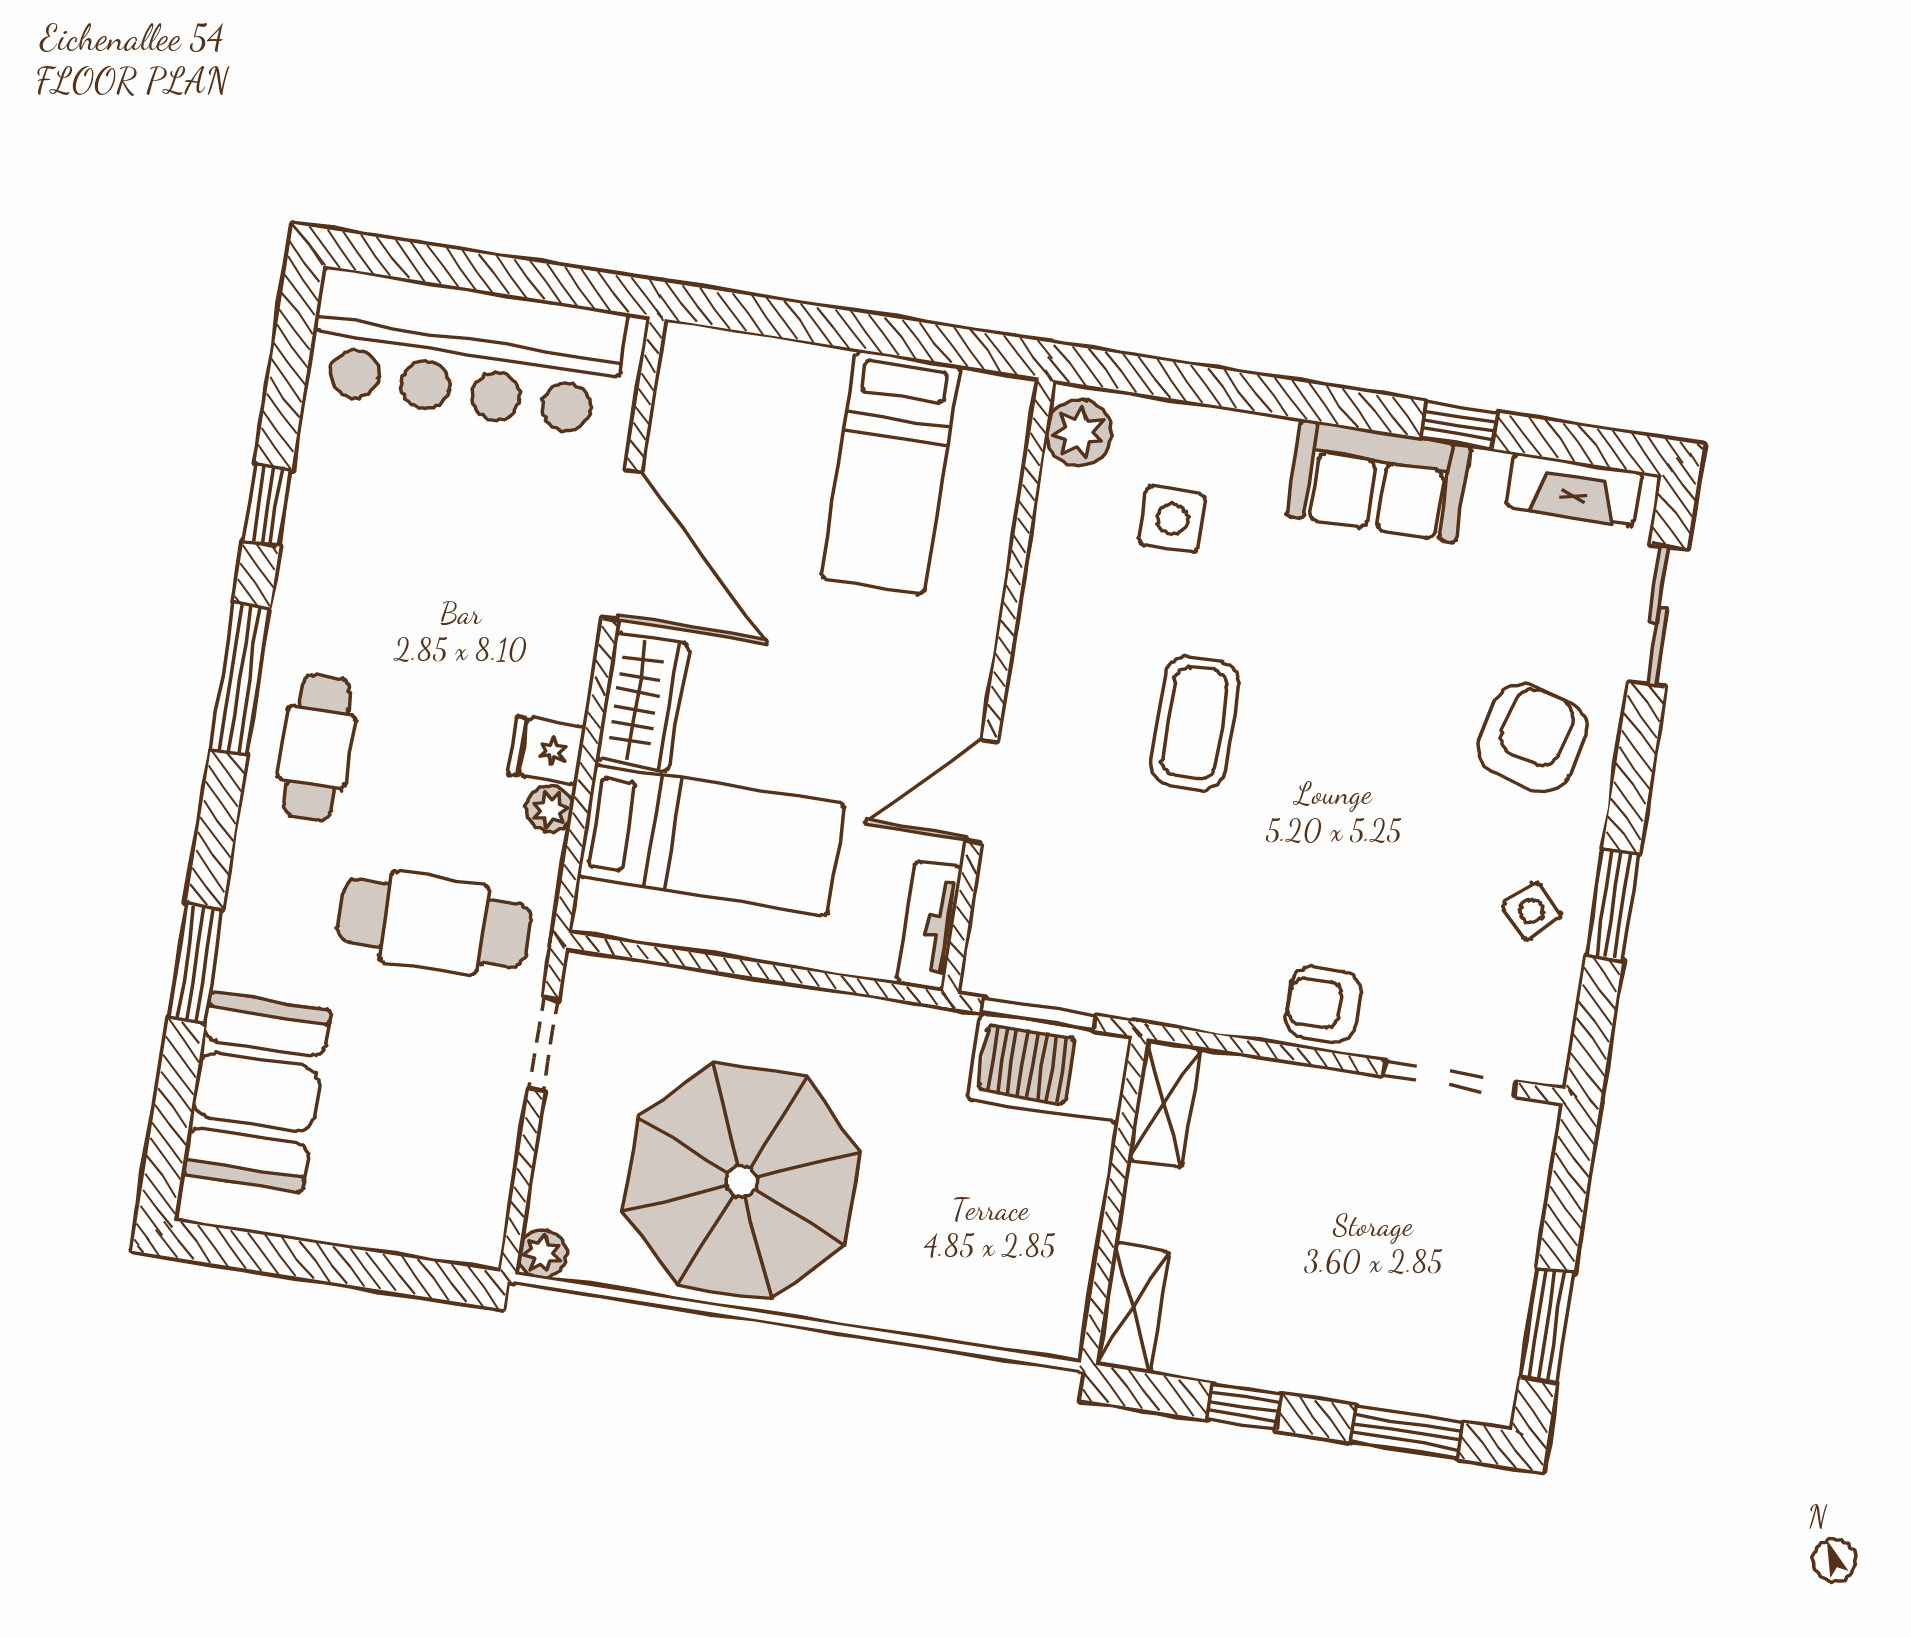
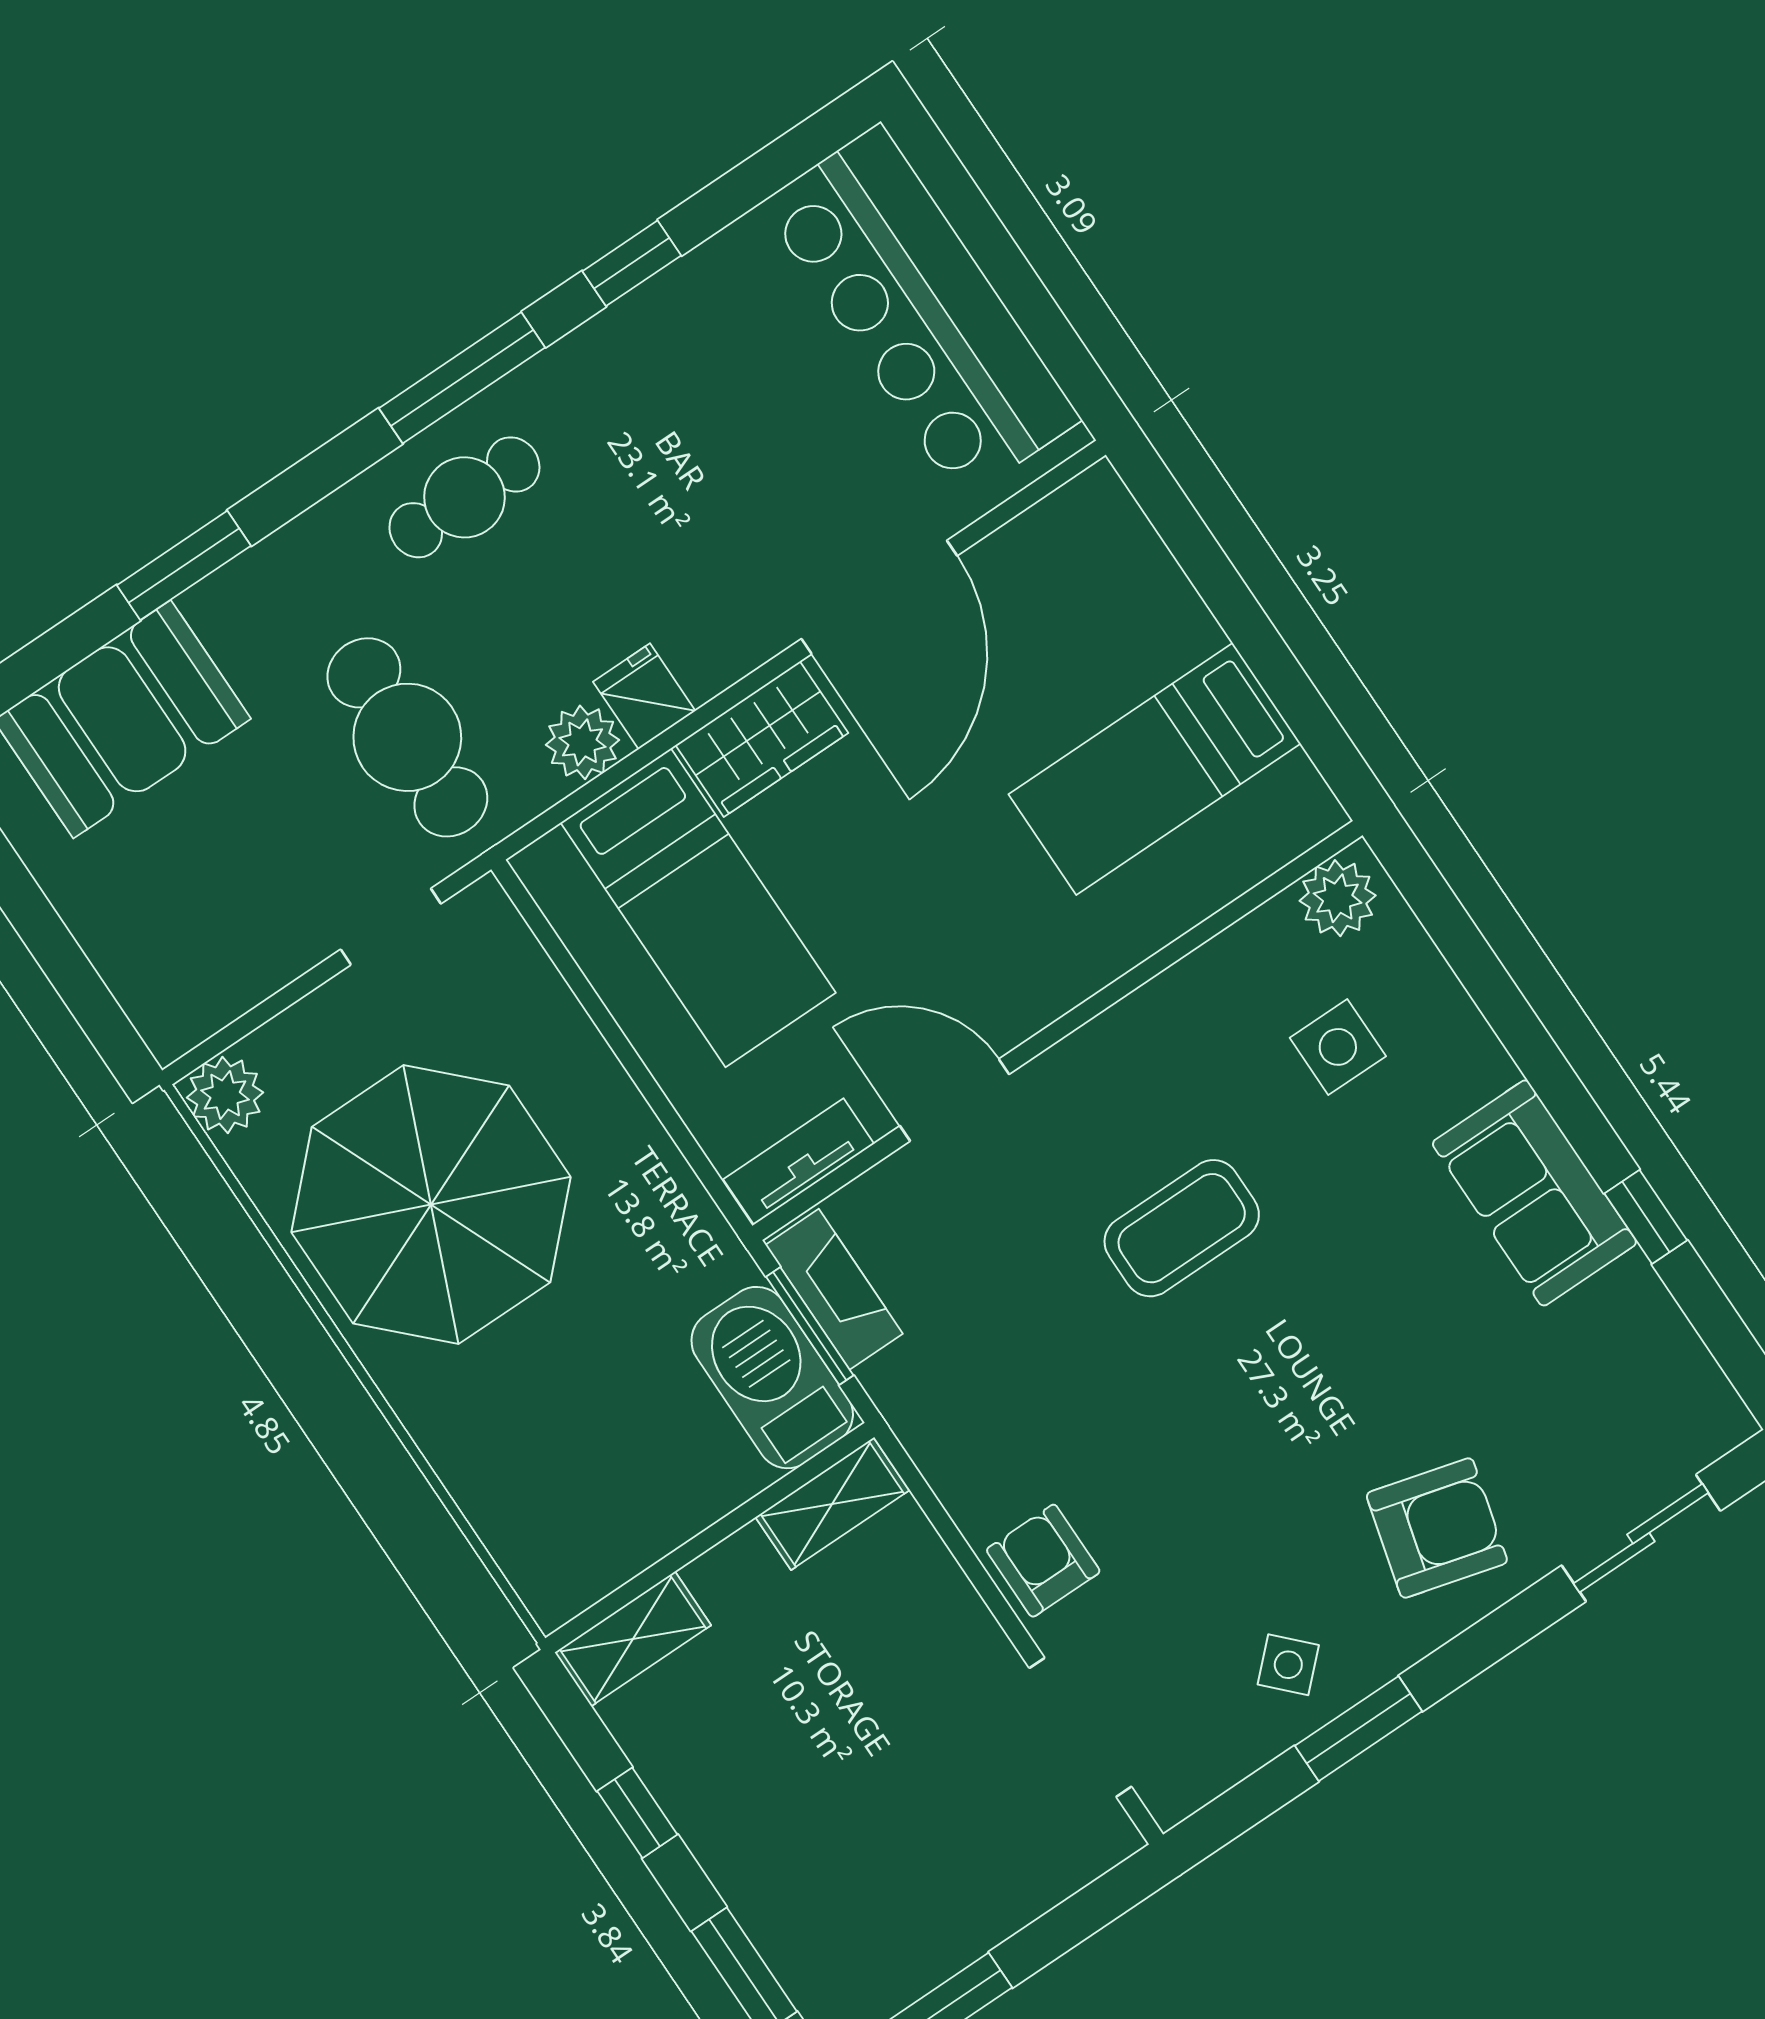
fireplace: (1574, 489) -> (834, 1289), moved, turned 180
plant: (550, 809) -> (583, 742), width x1.38, depth x1.38
plant: (542, 1254) -> (225, 1095), width x1.38, depth x1.38

